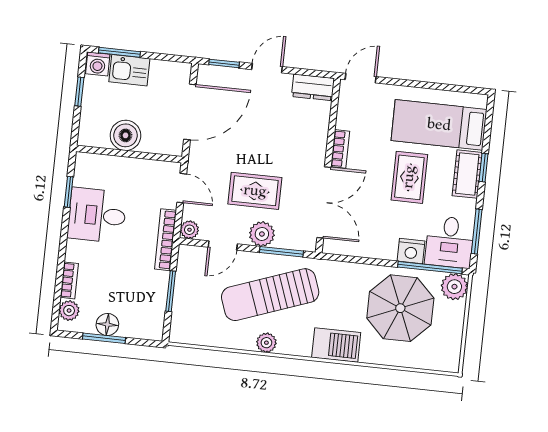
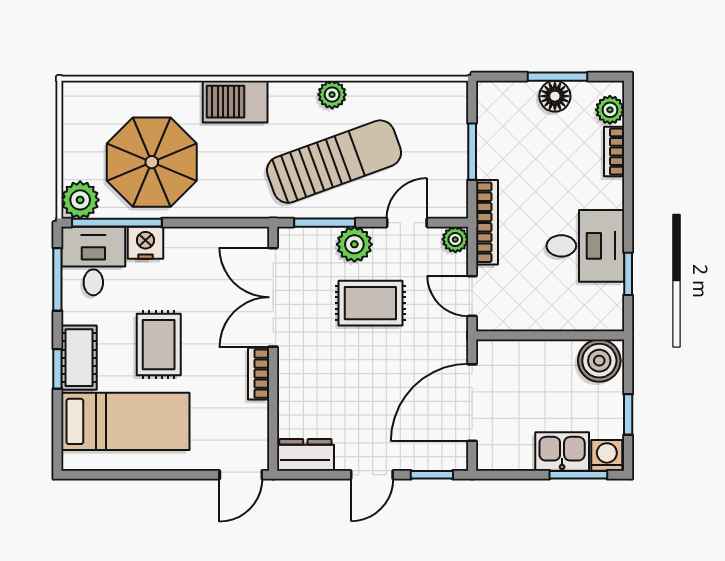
boiler: (125, 135) -> (599, 361), moved

